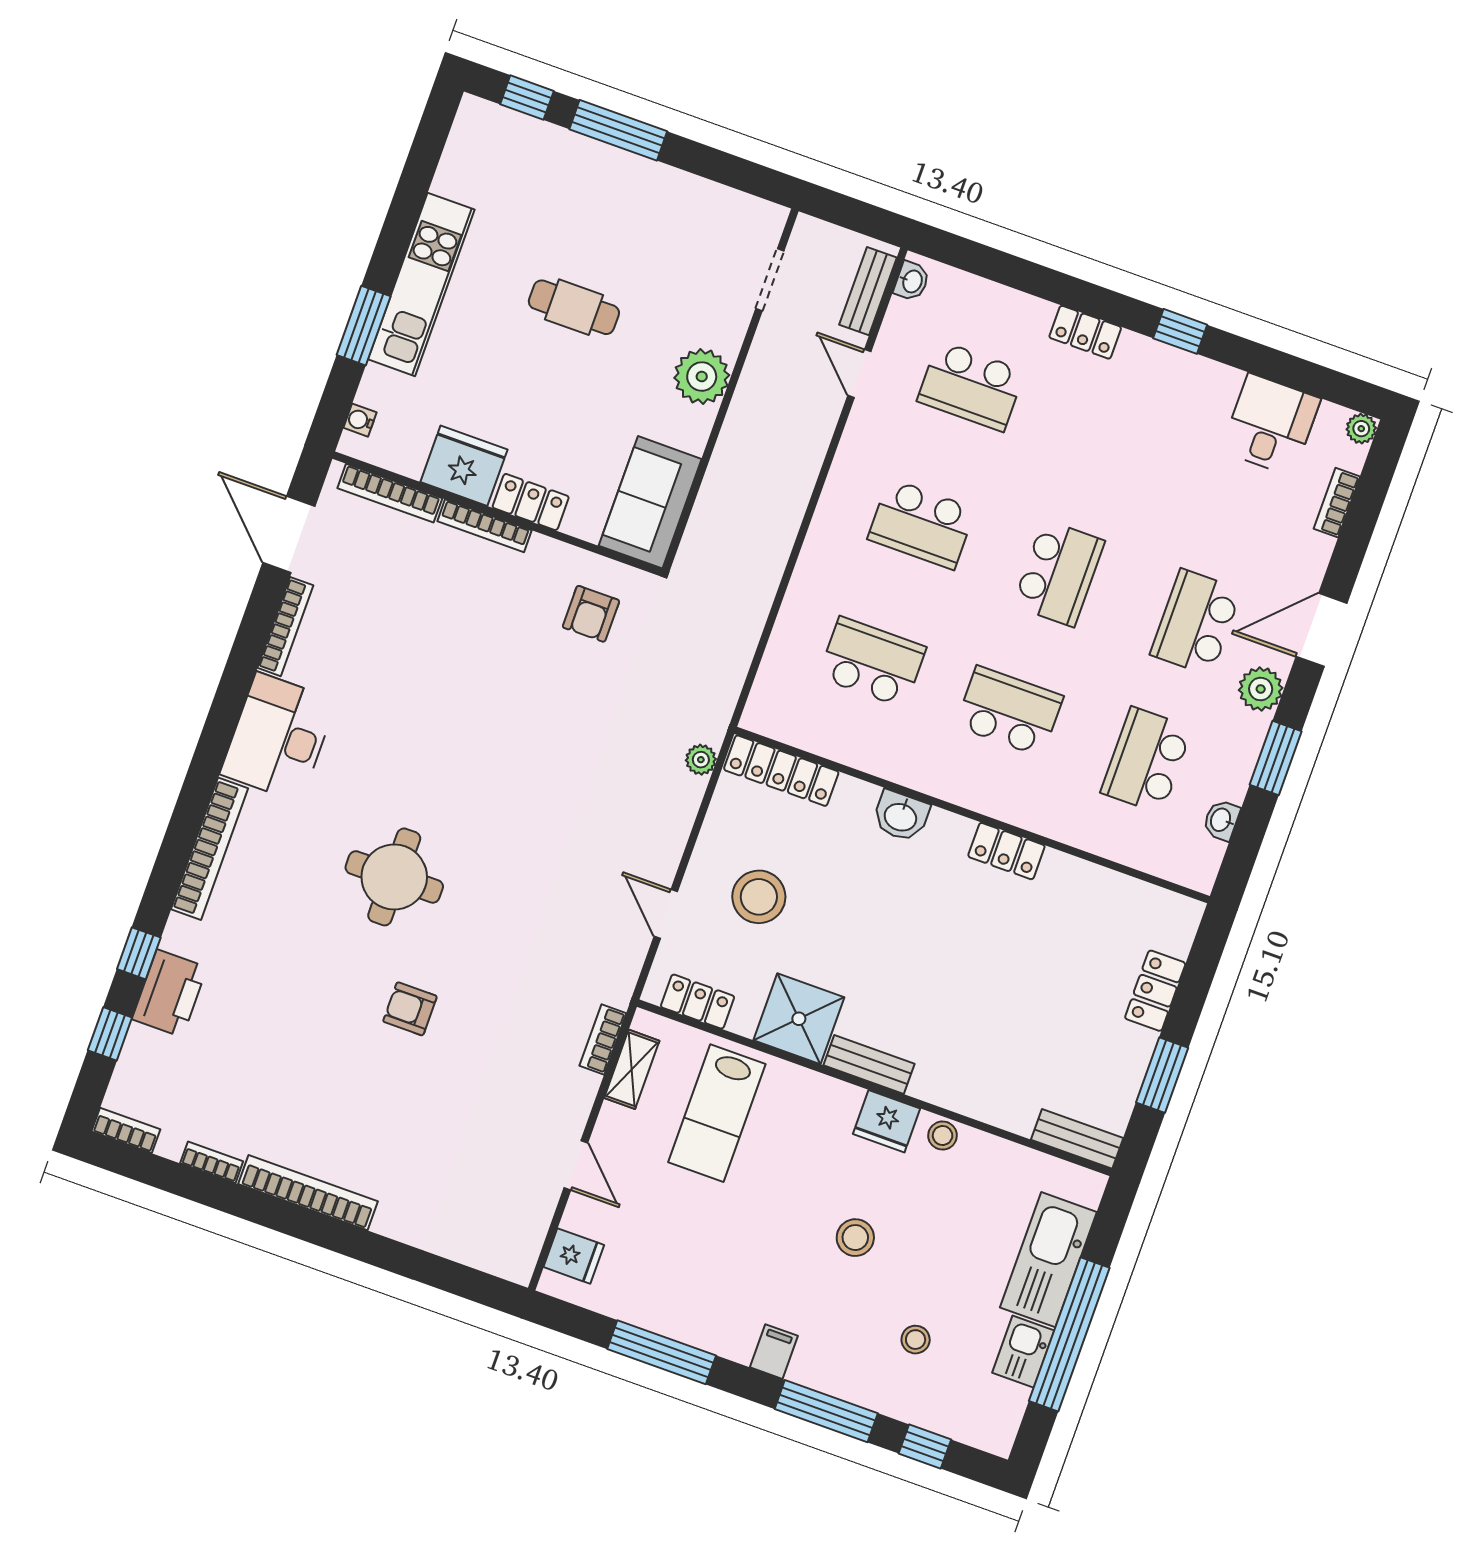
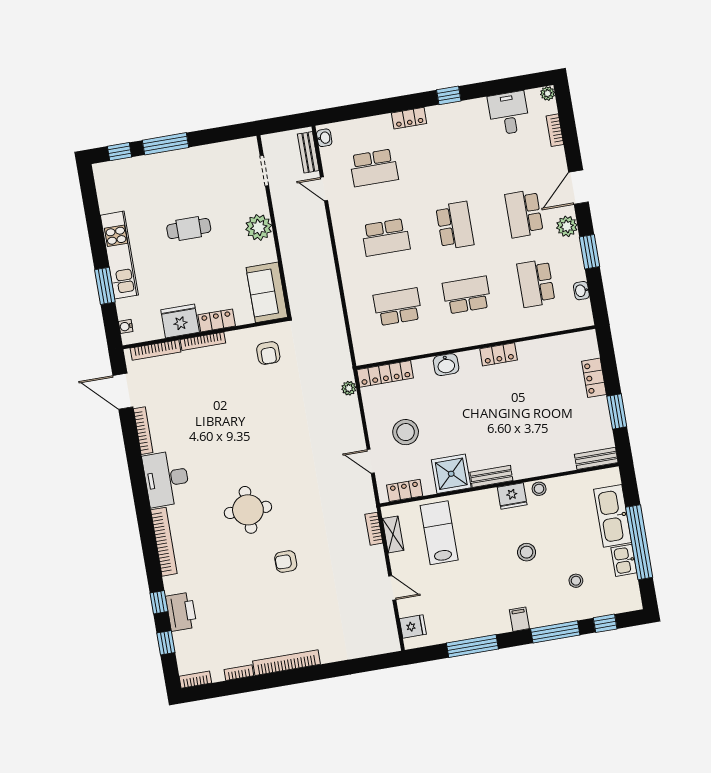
lab bench: (717, 1113) -> (439, 533), turned 180

